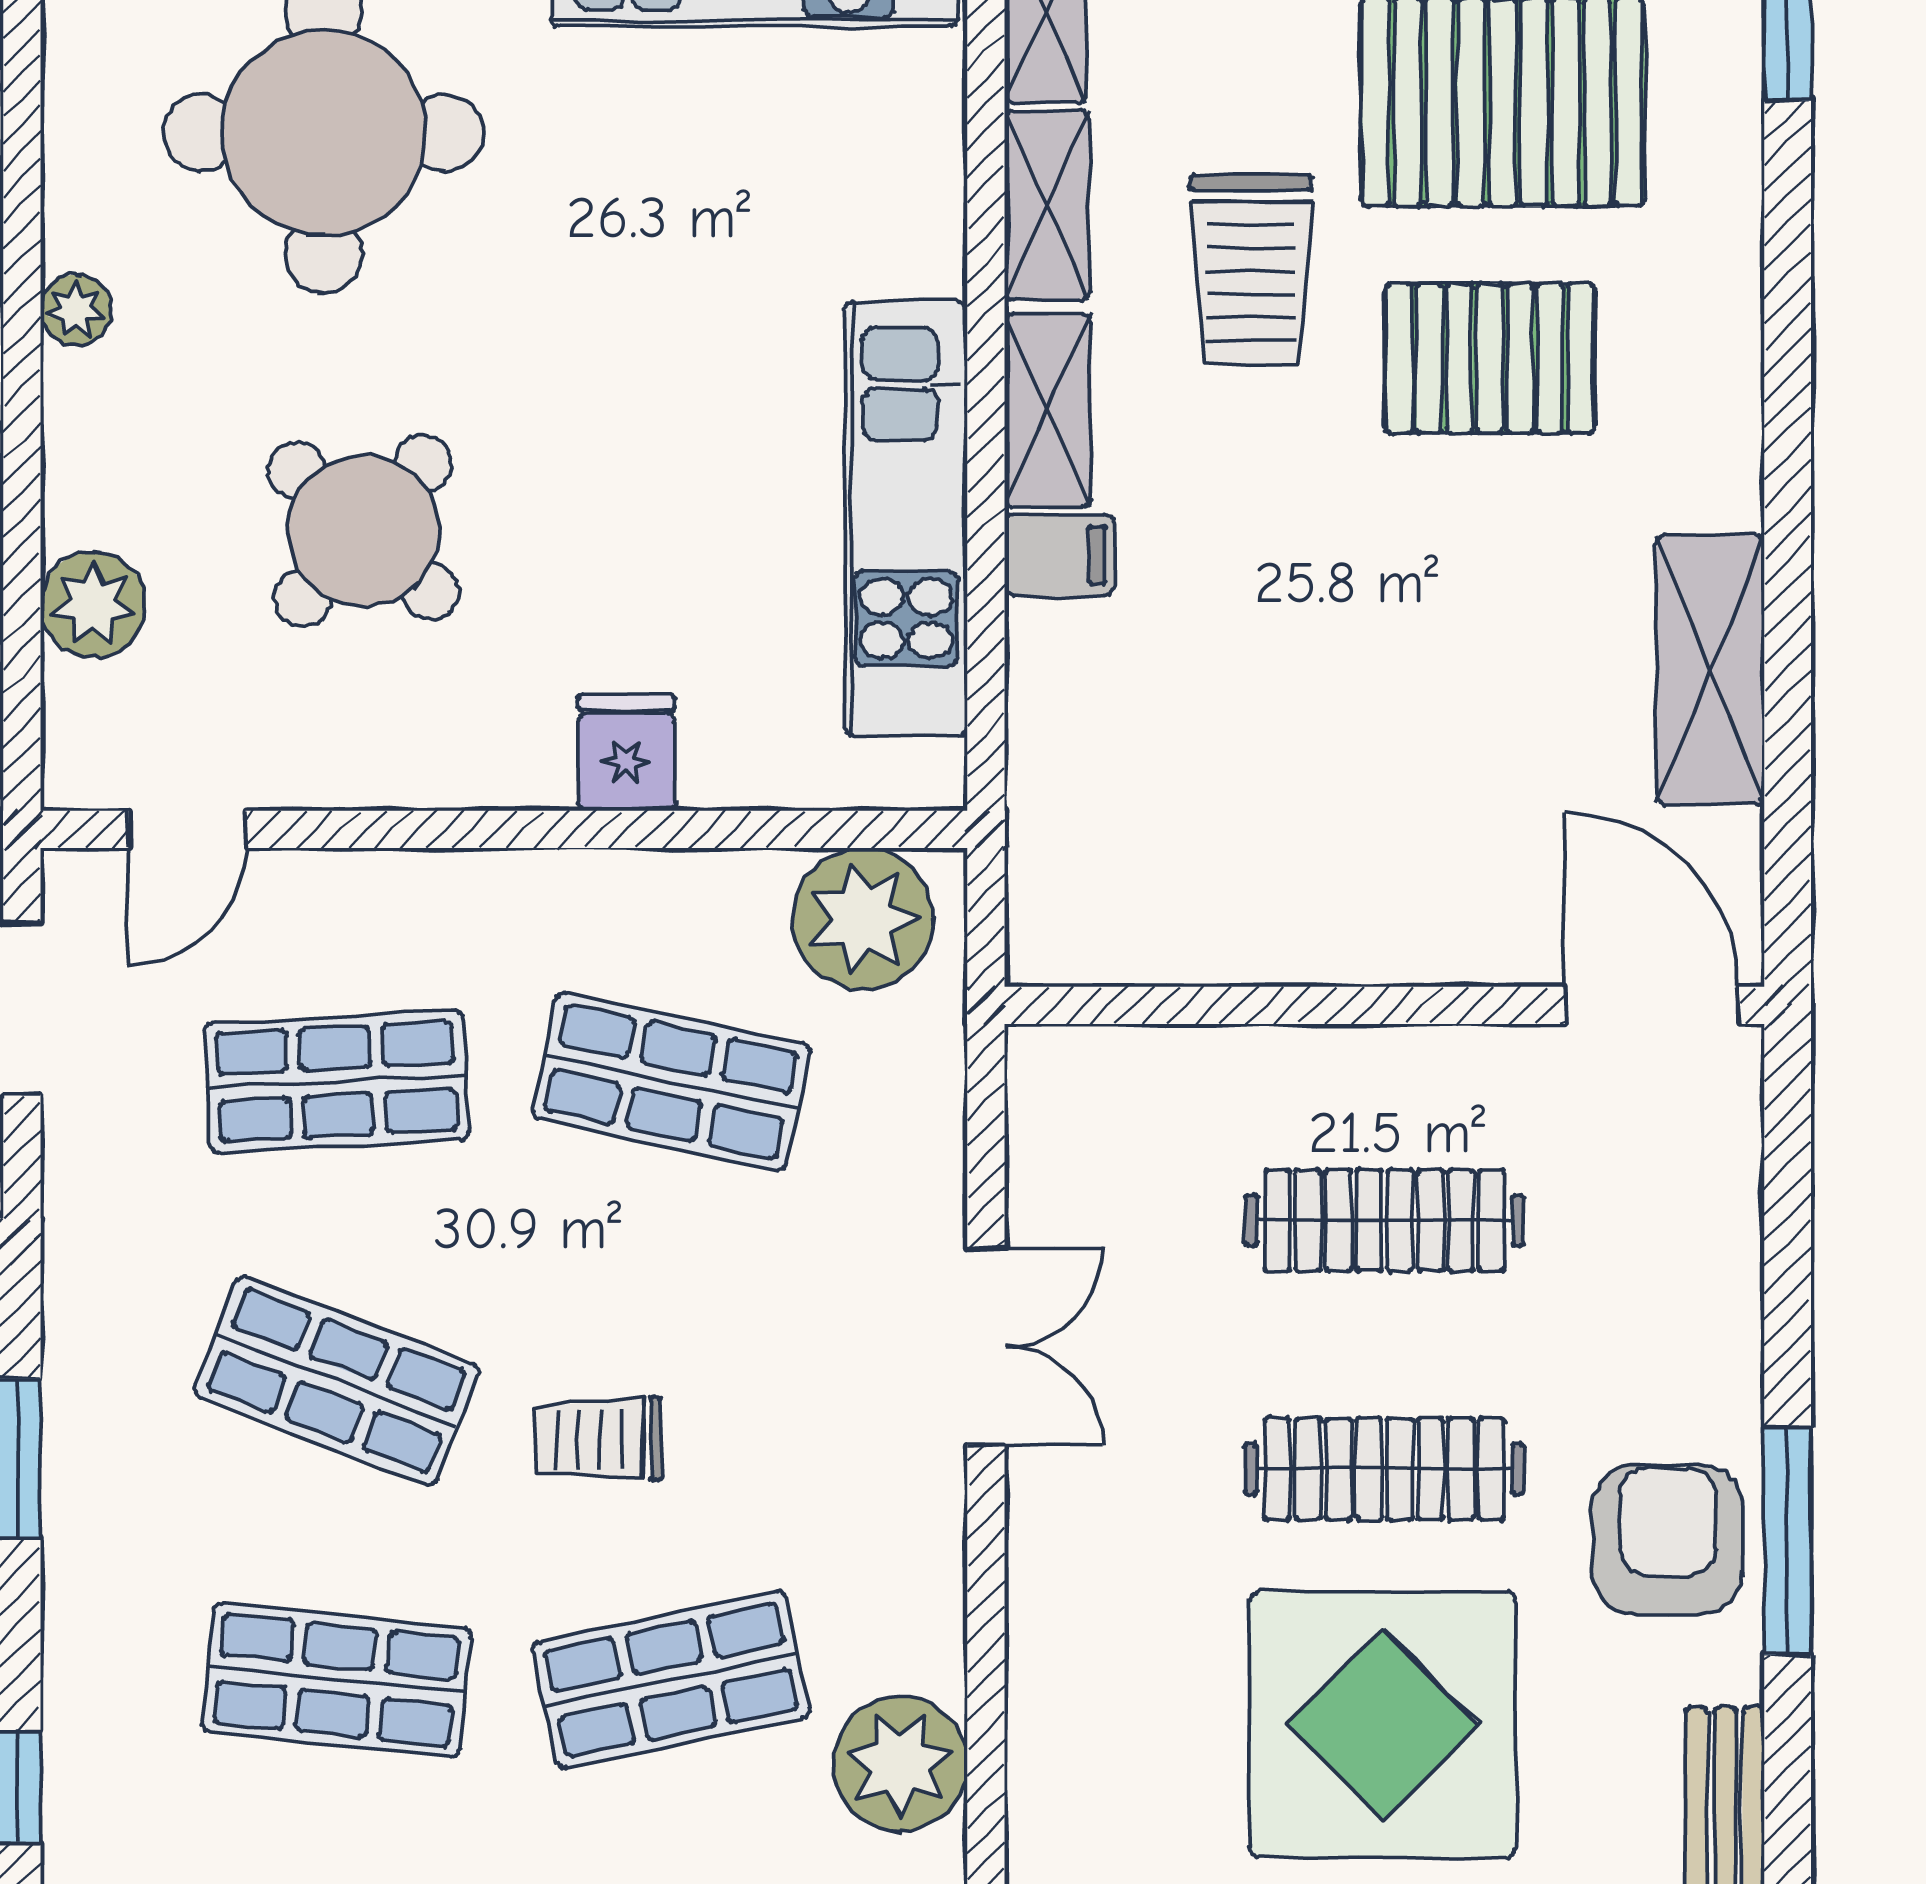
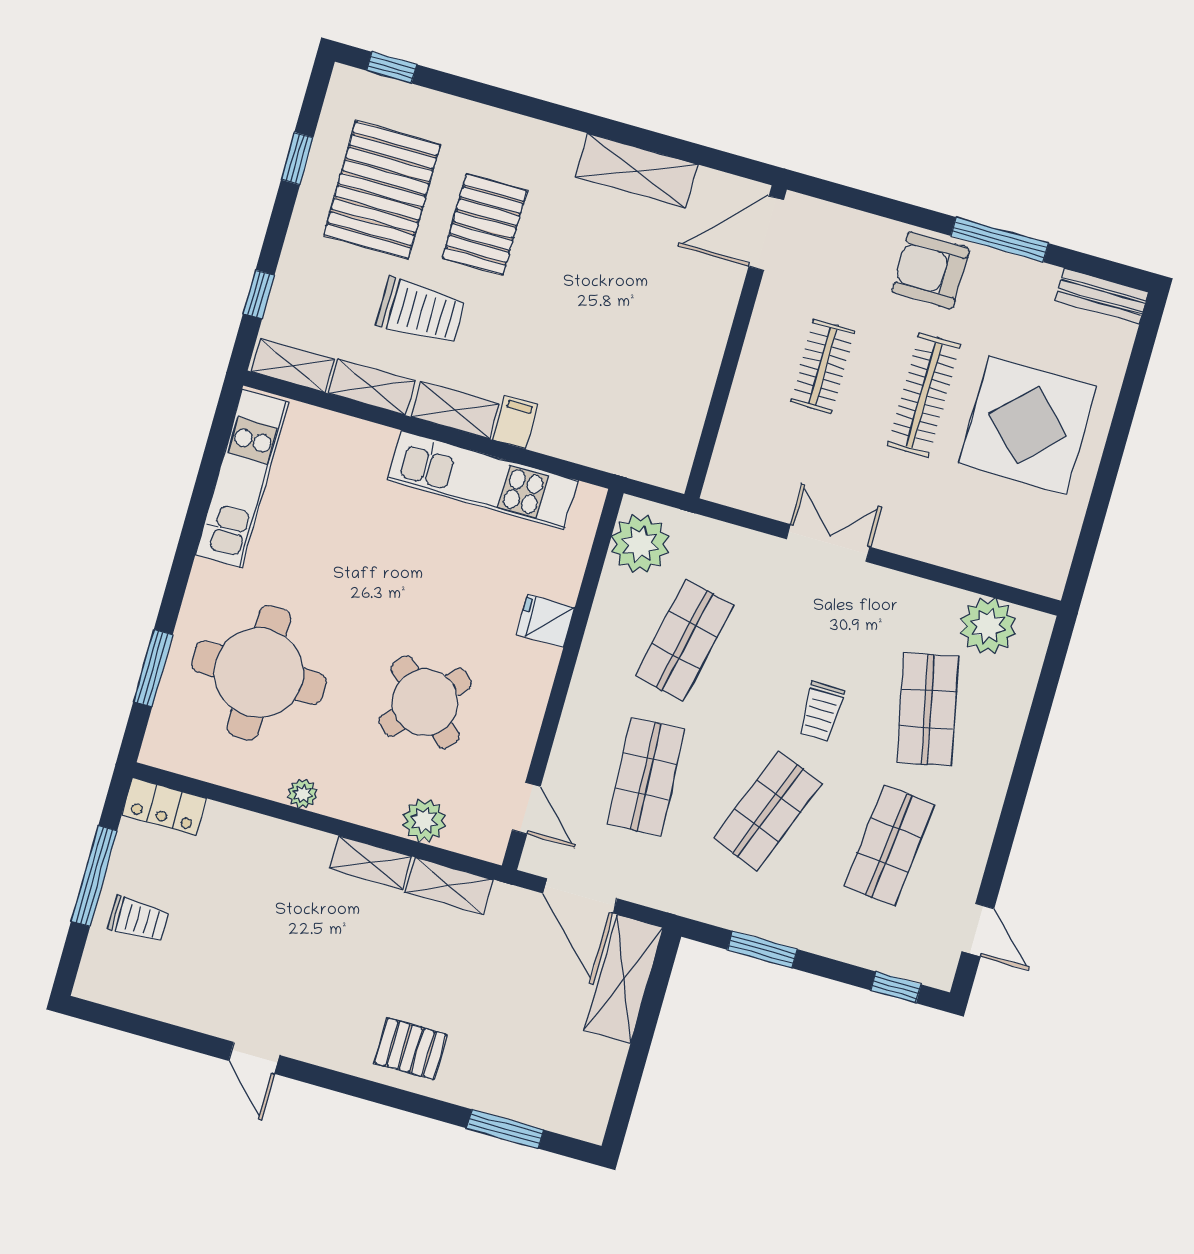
clothes rail: (1384, 1220) -> (823, 367), width x0.73
armchair: (1667, 1540) -> (931, 270), moved

